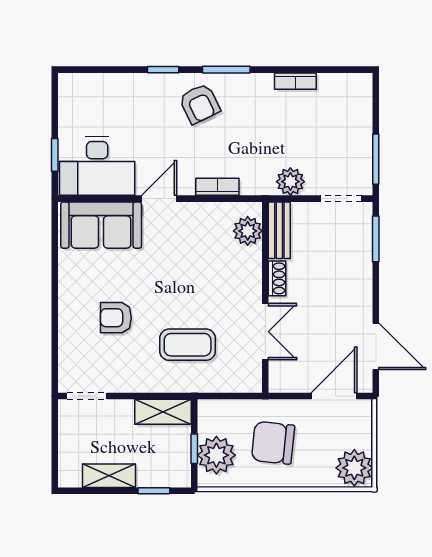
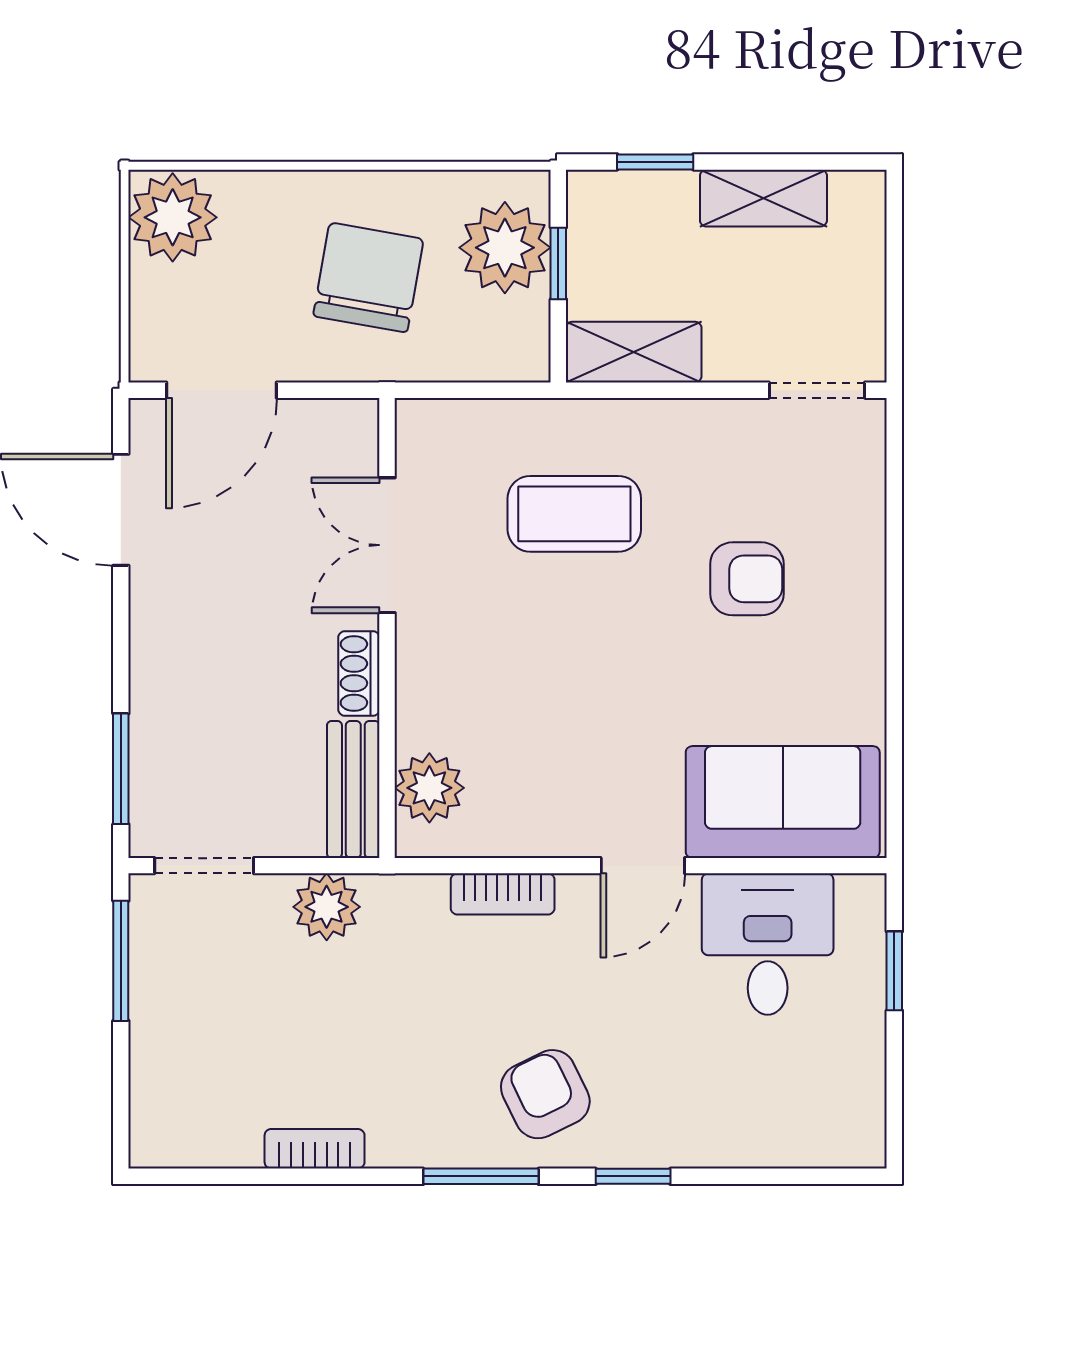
desk: (97, 166) -> (768, 944), width x0.73
chair: (273, 443) -> (368, 277), turned -86

